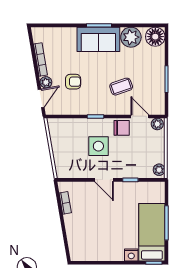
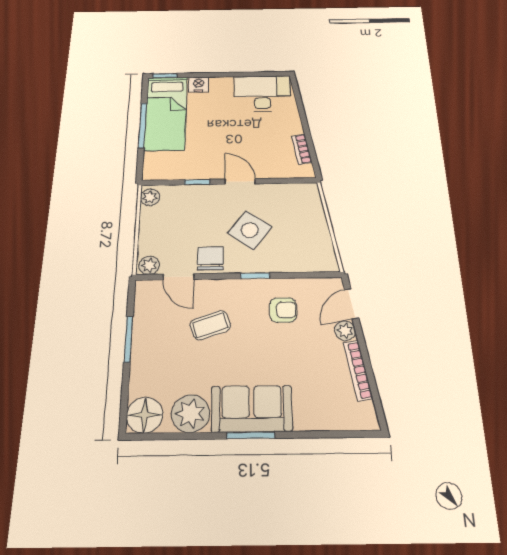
armchair: (73, 82) -> (283, 310), moved, turned 180
chair: (122, 128) -> (210, 258), turned 90
side table: (98, 146) -> (250, 230), turned 36
desk: (89, 247) -> (262, 94), added

